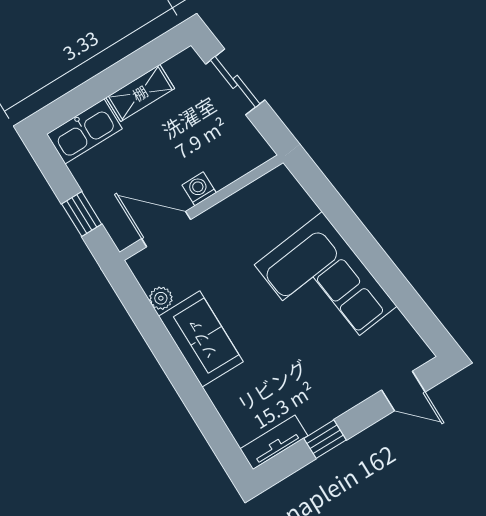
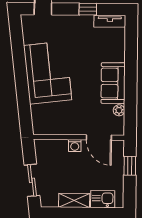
kitchen sink: (84, 131) -> (103, 199), width x0.73

